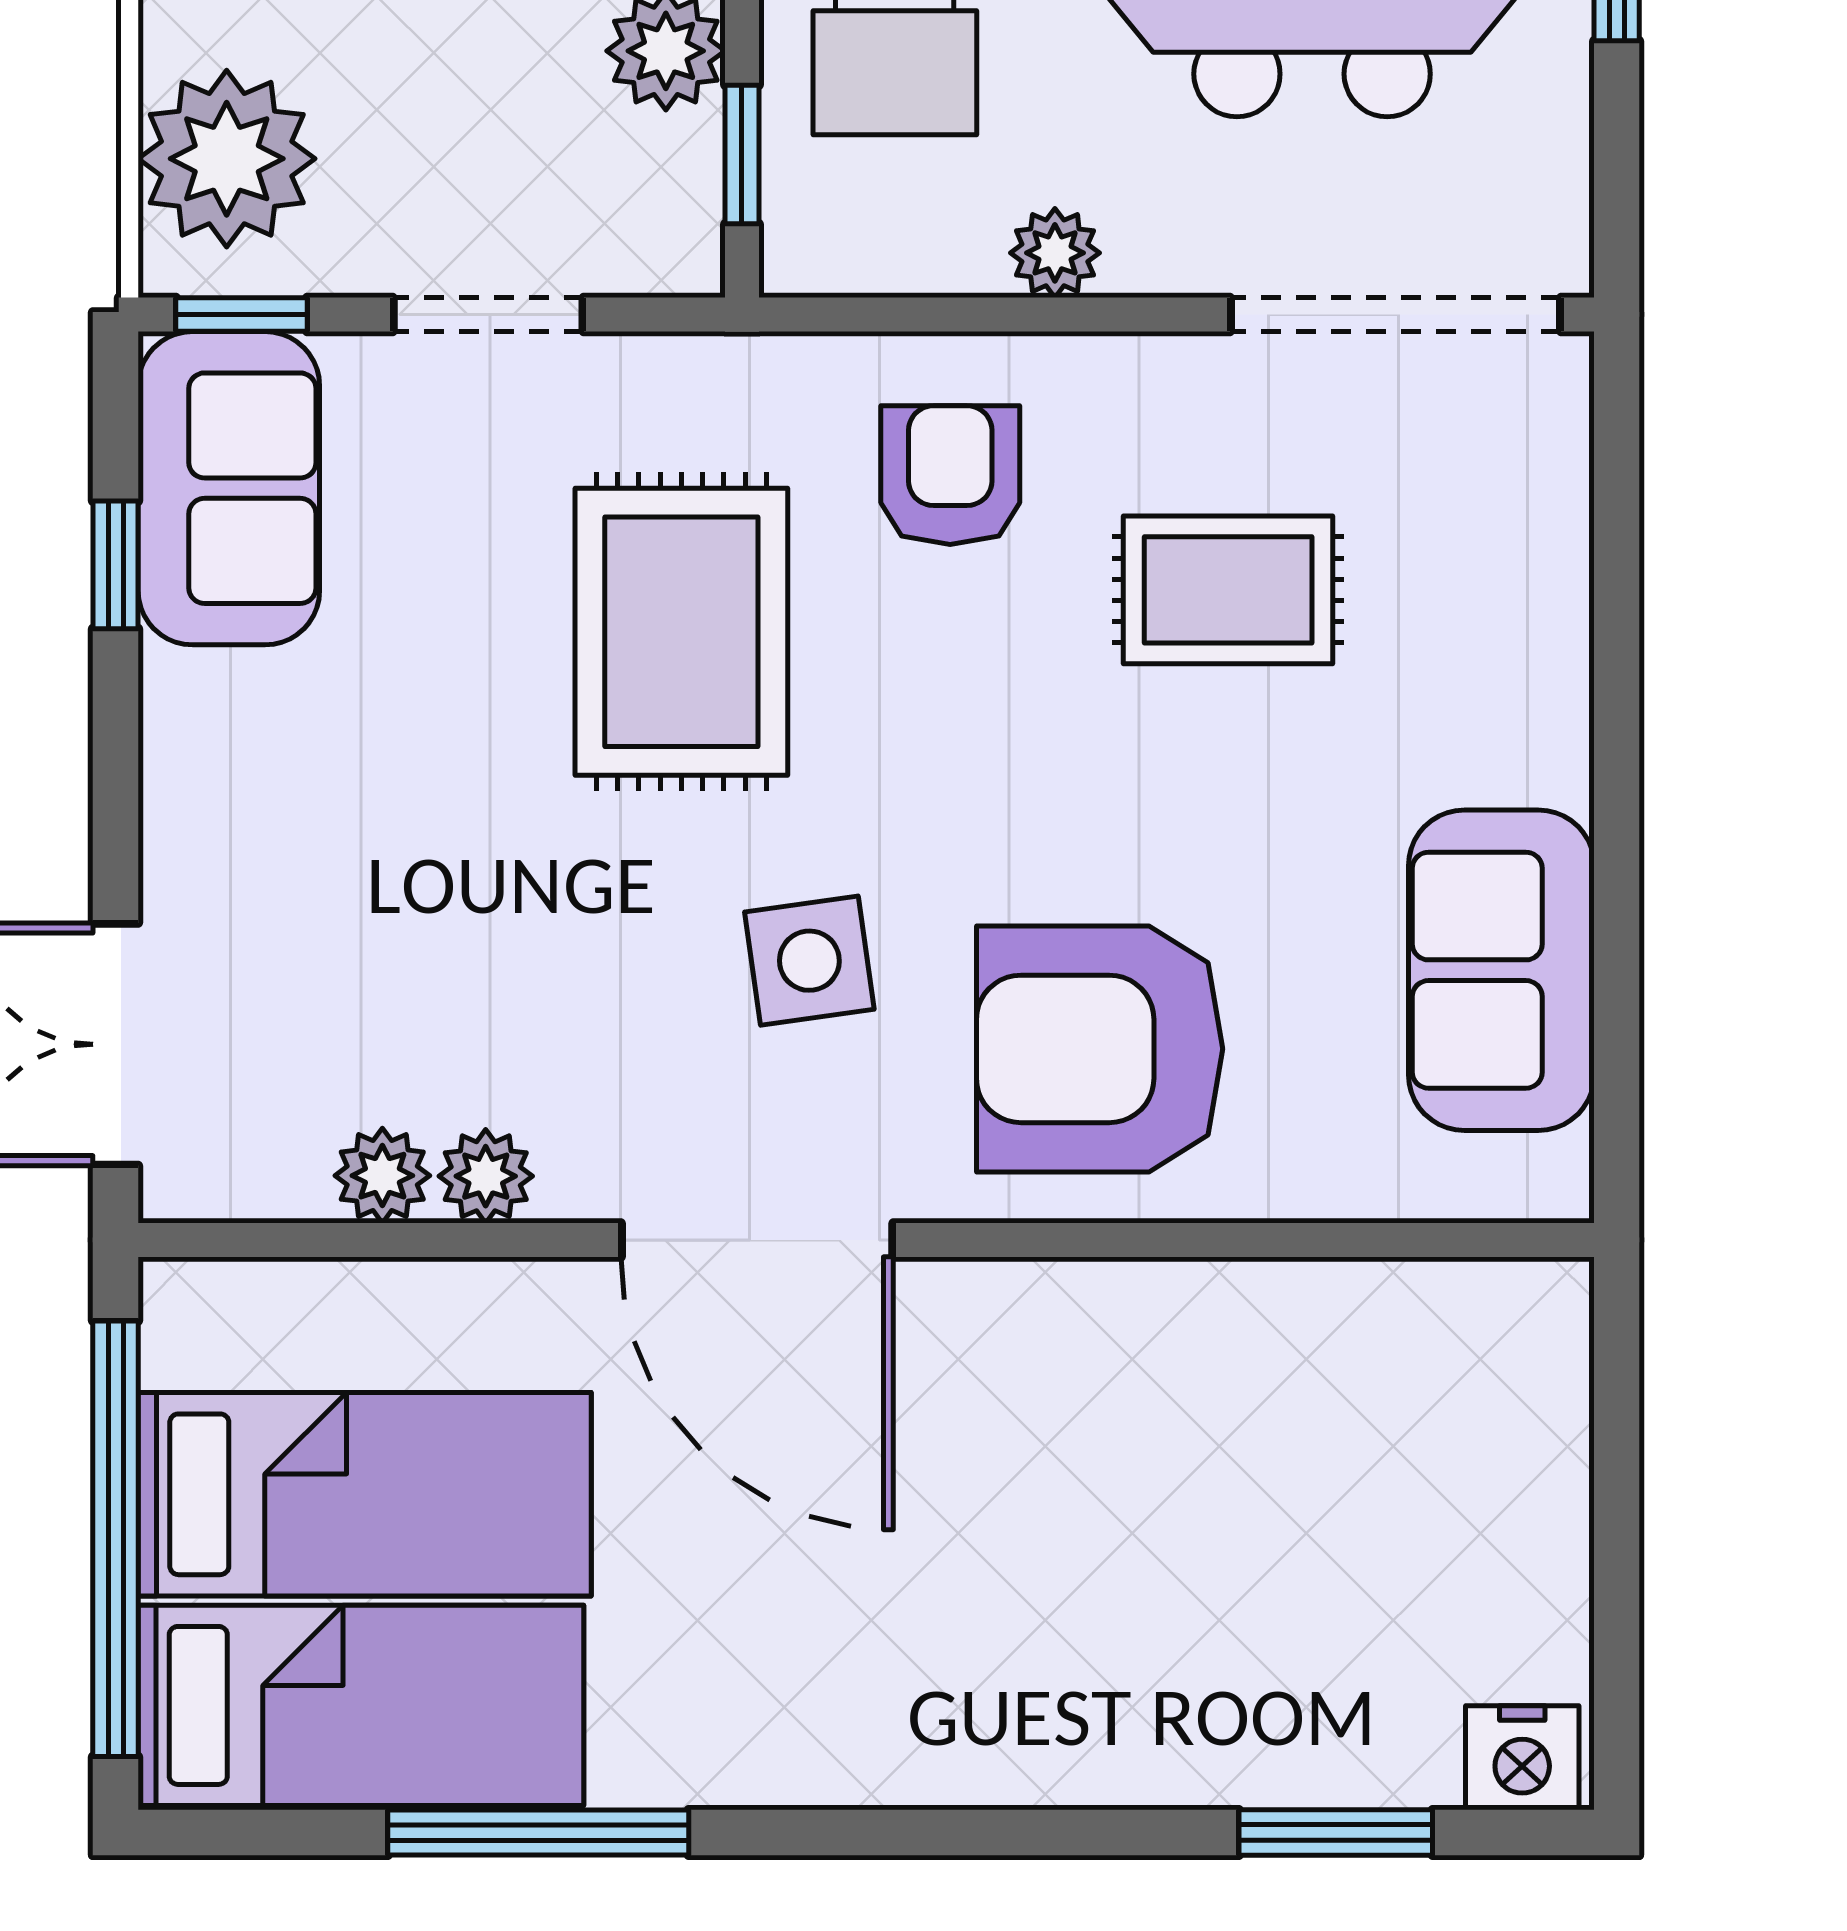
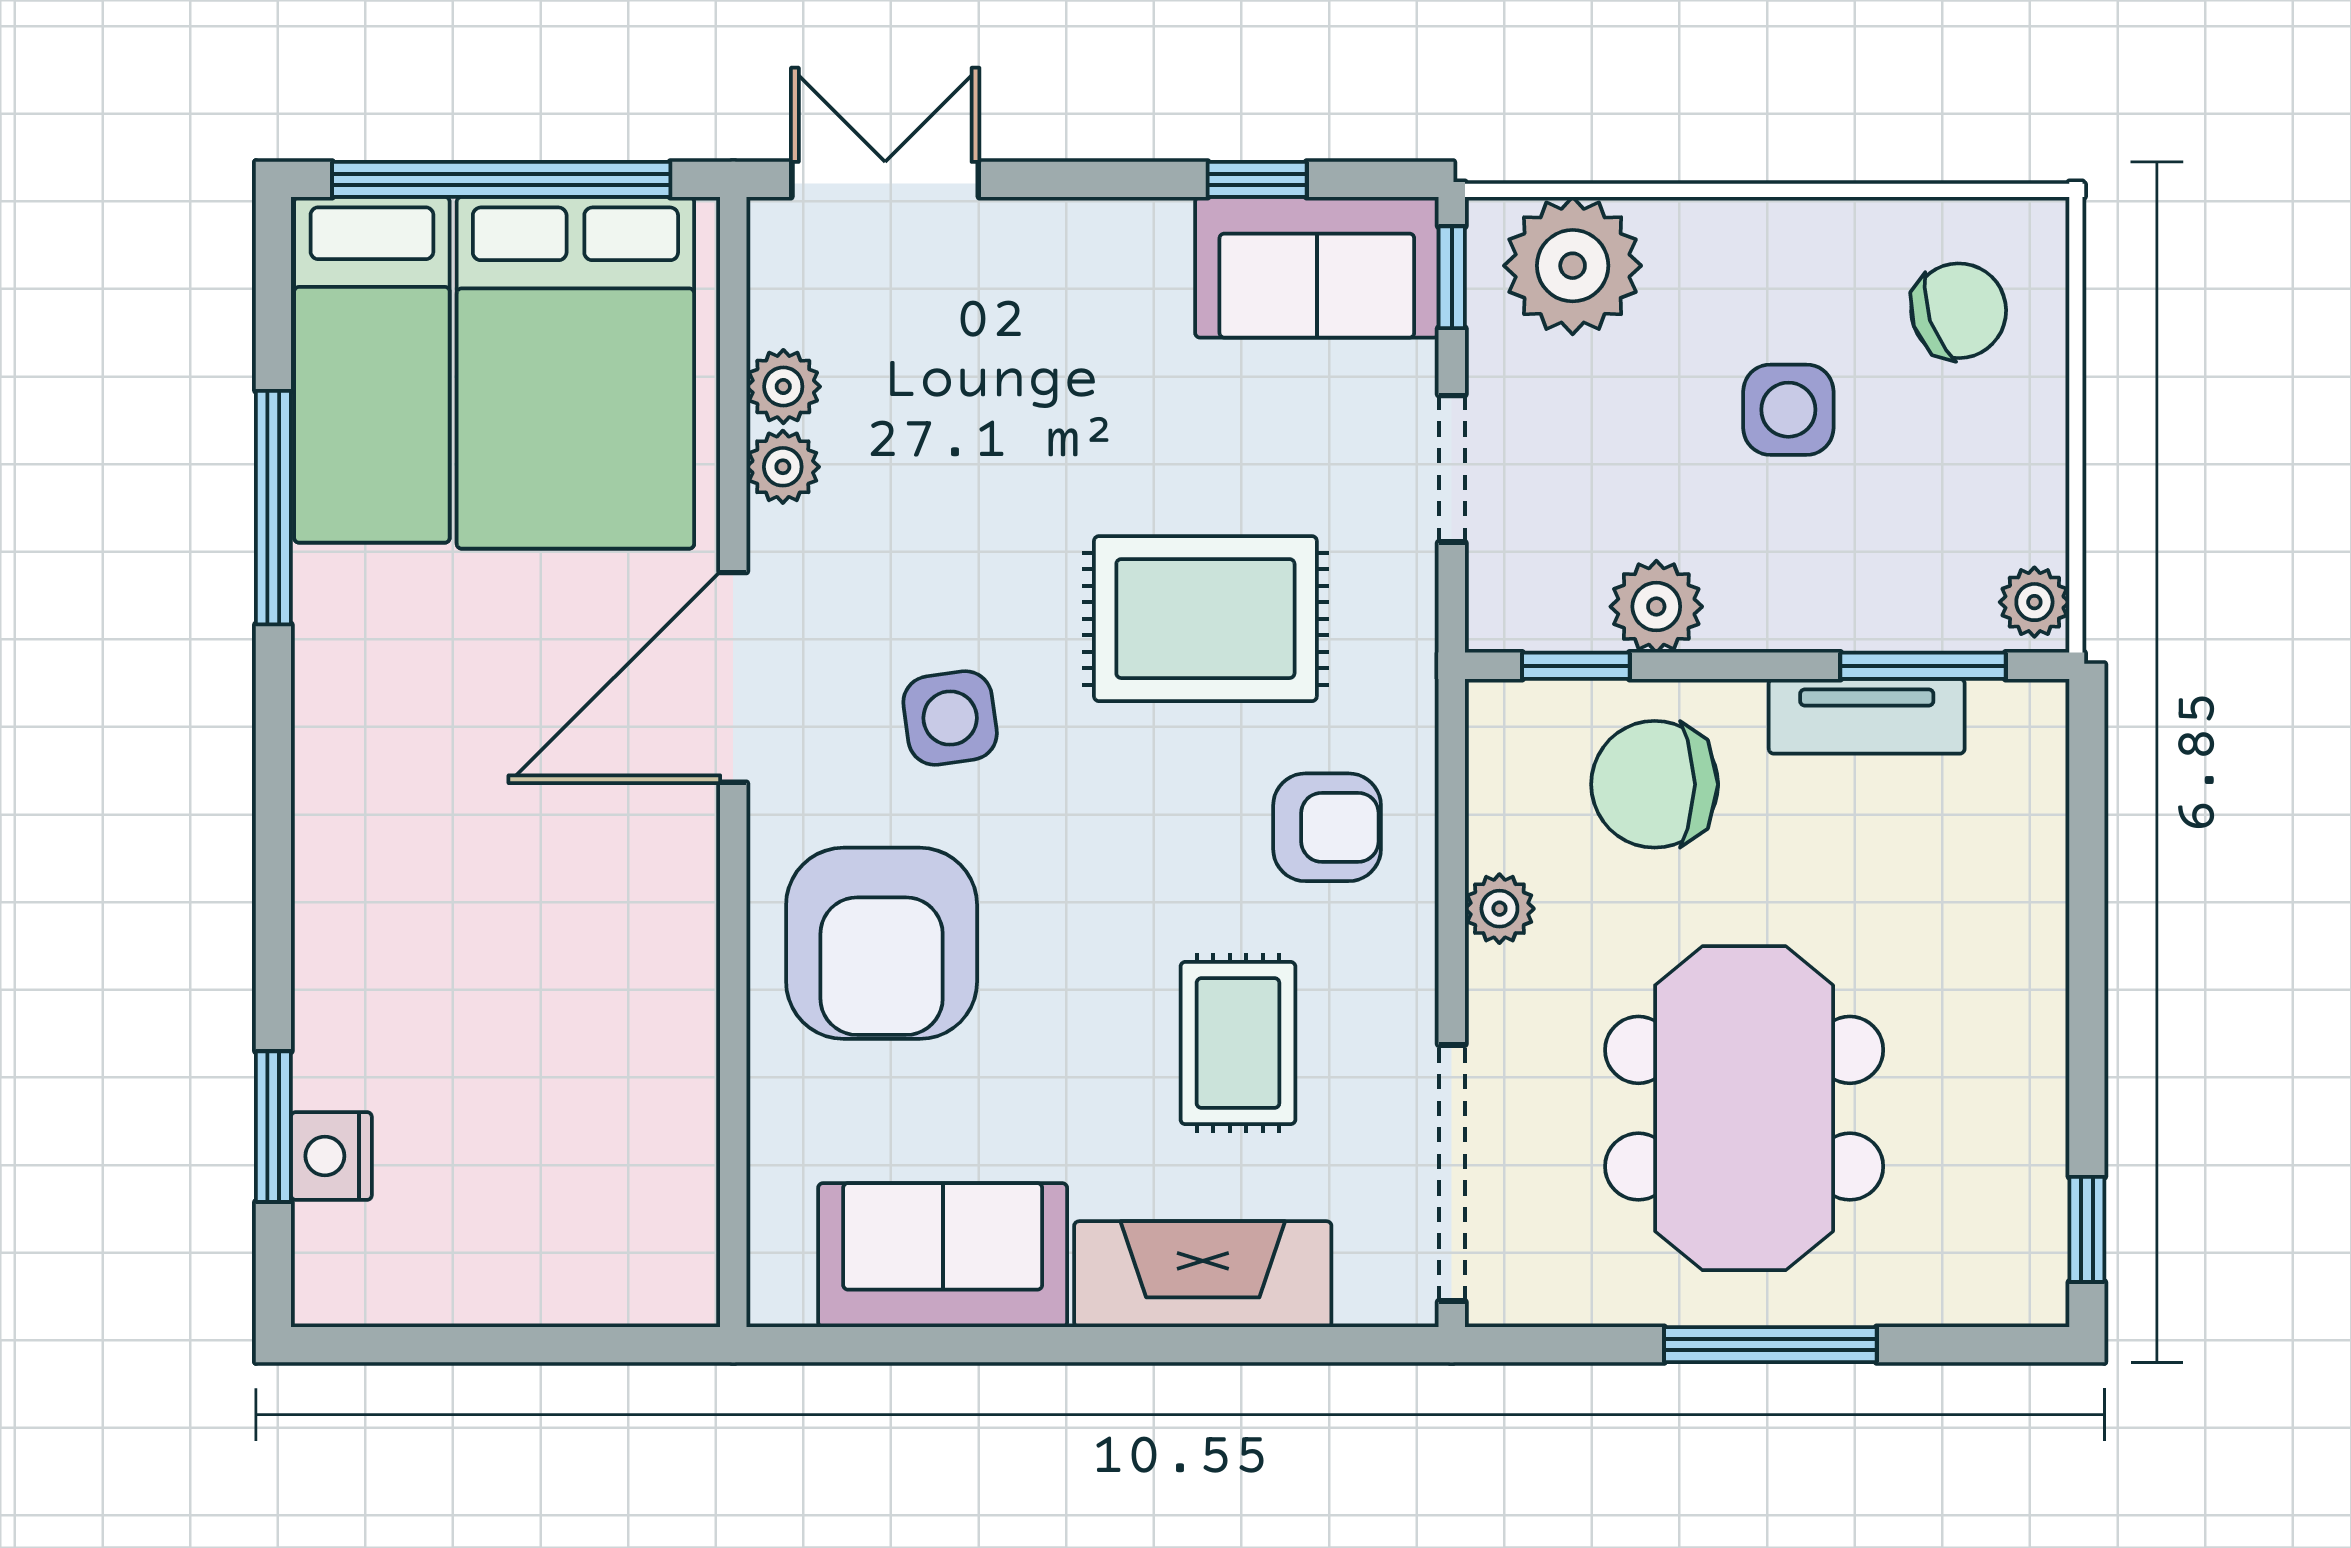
fireplace: (1526, 635) -> (1203, 1274), added
armchair: (1100, 1049) -> (882, 943), turned 180
bed: (365, 1494) -> (575, 373), width x1.50
nightstand: (1522, 1758) -> (331, 1156), moved

